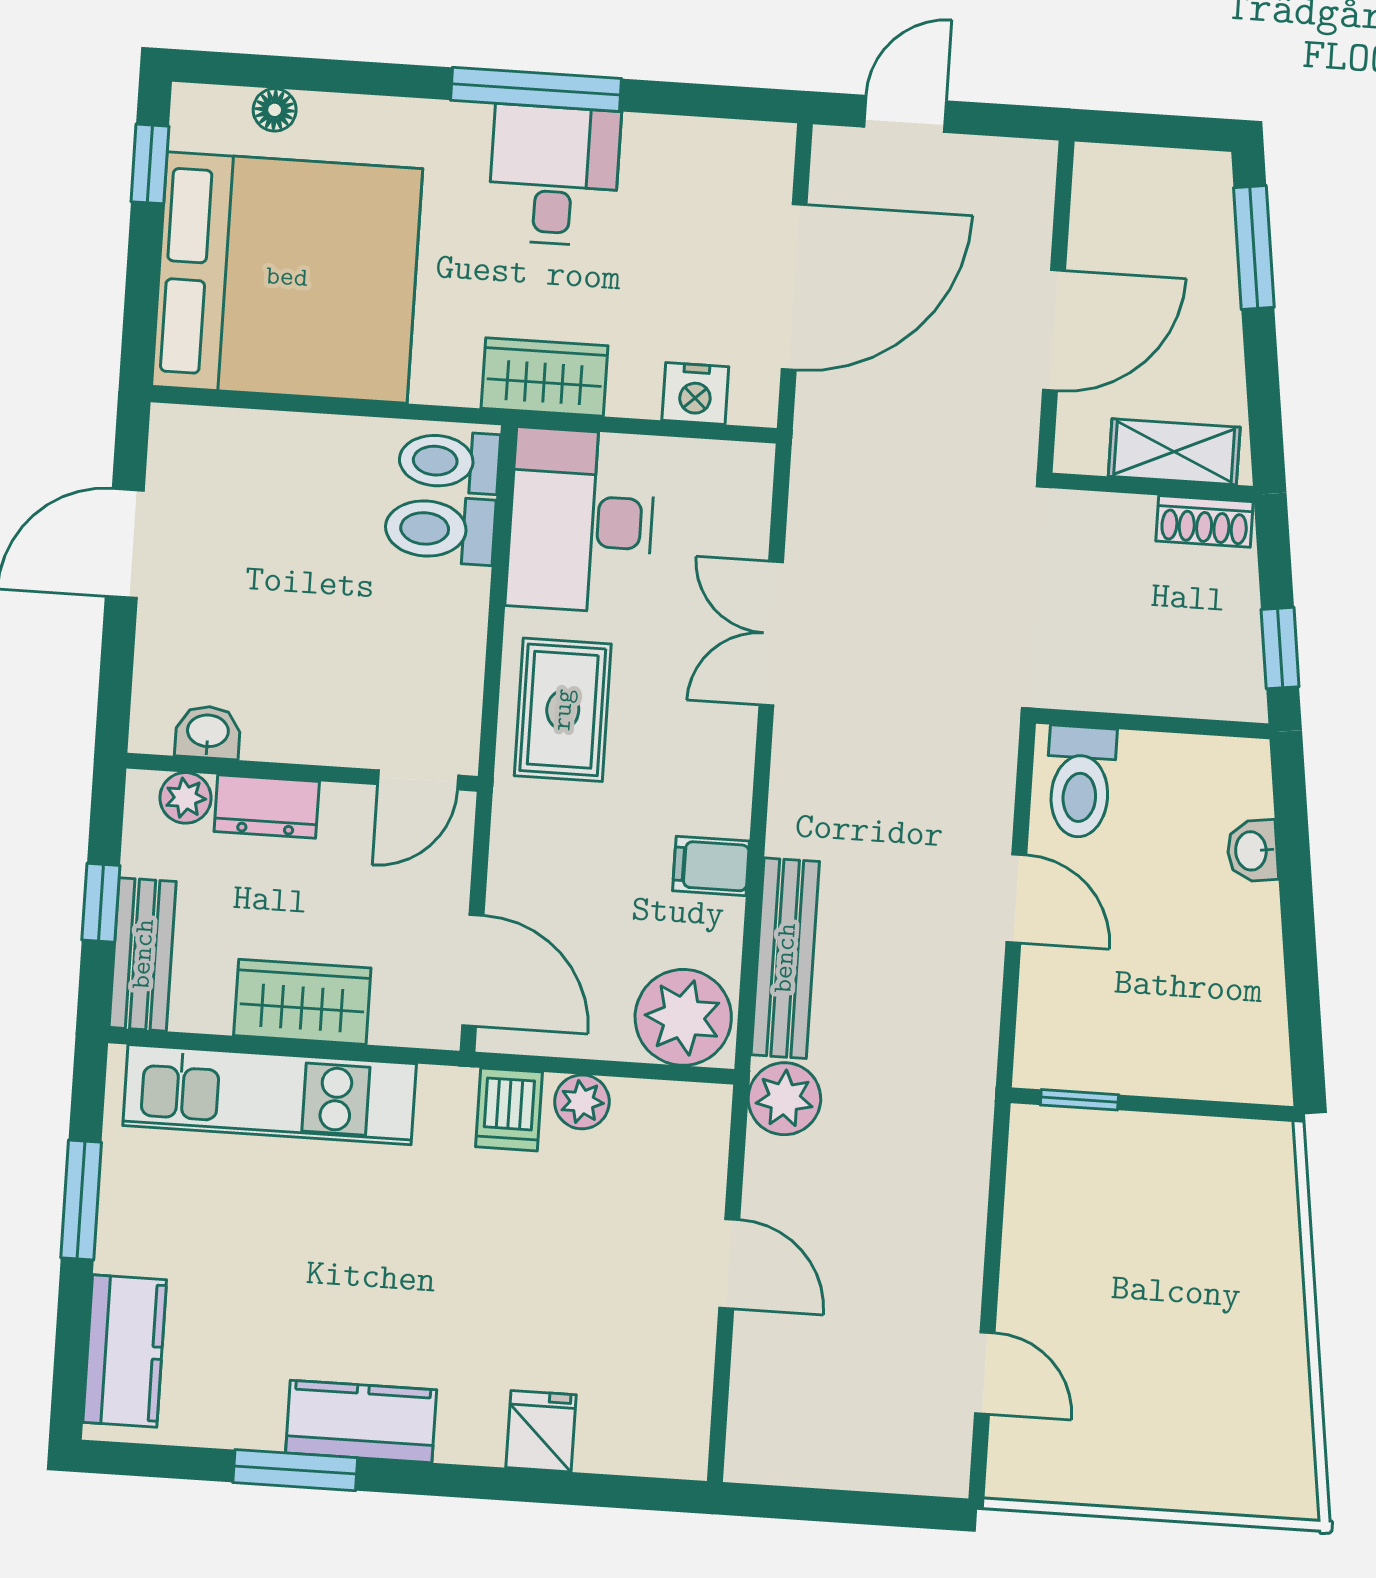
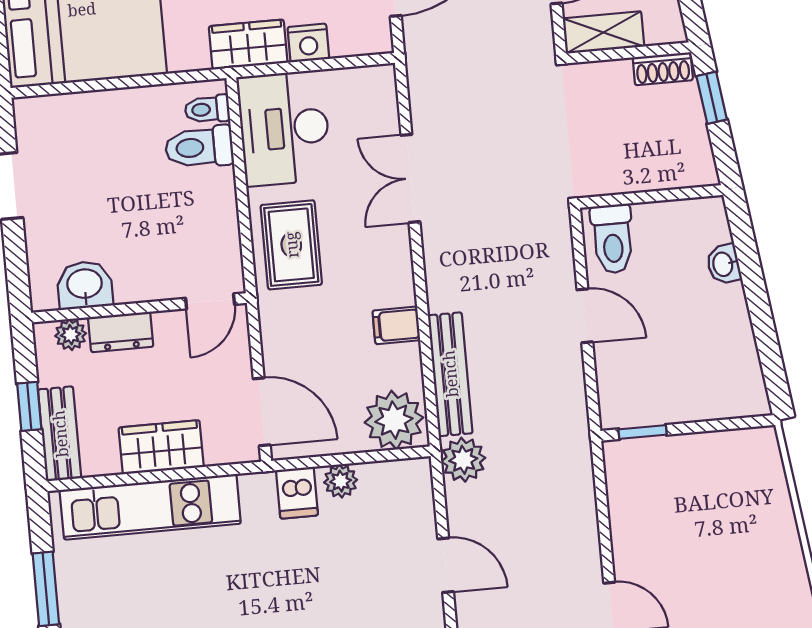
nightstand: (695, 394) -> (308, 43), moved
shelving: (1174, 452) -> (603, 32), moved
toilet: (449, 462) -> (207, 109), width x0.73, depth x0.72
window: (1280, 648) -> (712, 98), moved
washbasin: (208, 732) -> (85, 285), width x1.38, depth x1.45

